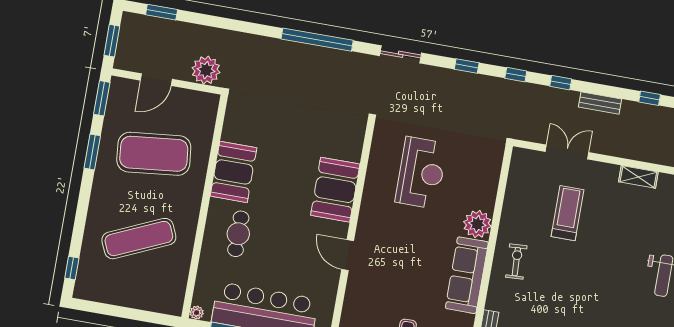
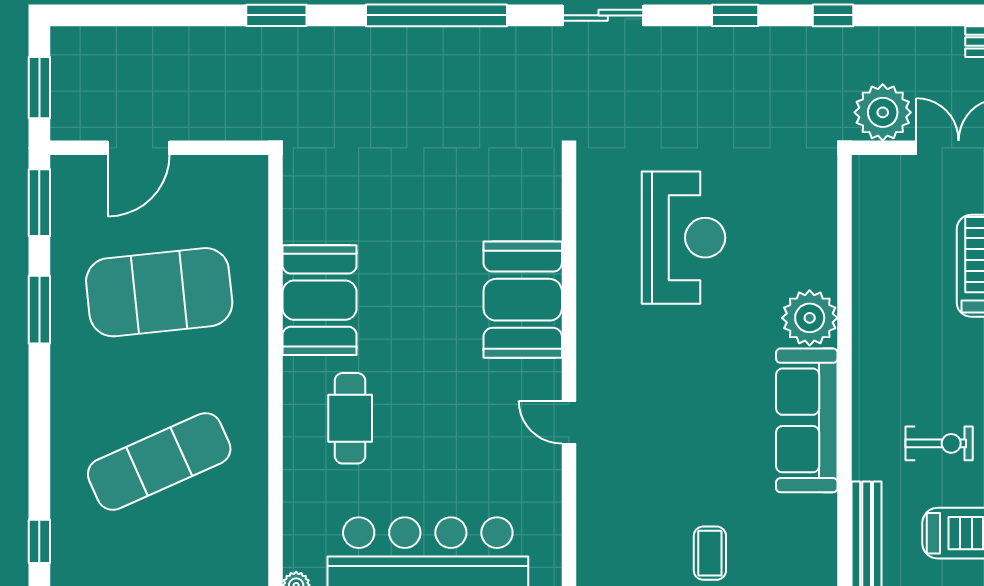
window: (162, 12) -> (276, 15), moved
plant: (206, 70) -> (883, 112), moved
window: (561, 83) -> (923, 15), removed
door: (348, 255) -> (569, 422), width x0.73
exercise bike: (516, 262) -> (939, 443), moved, turned 93

